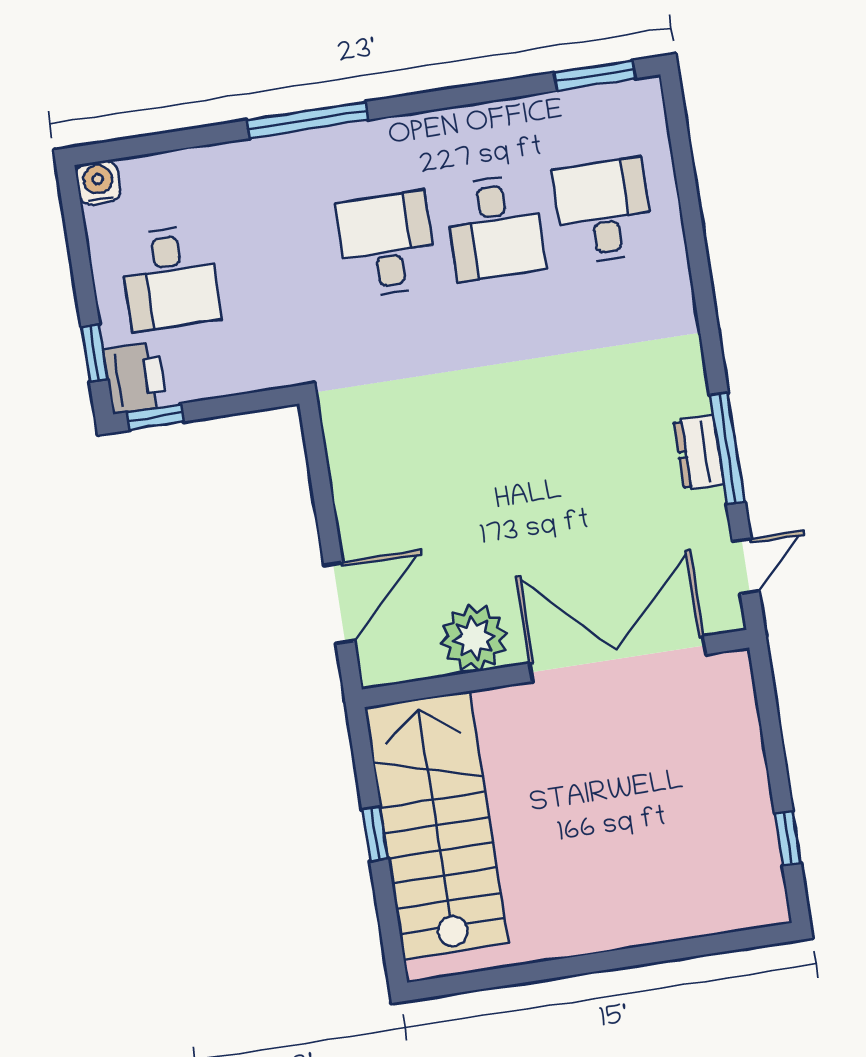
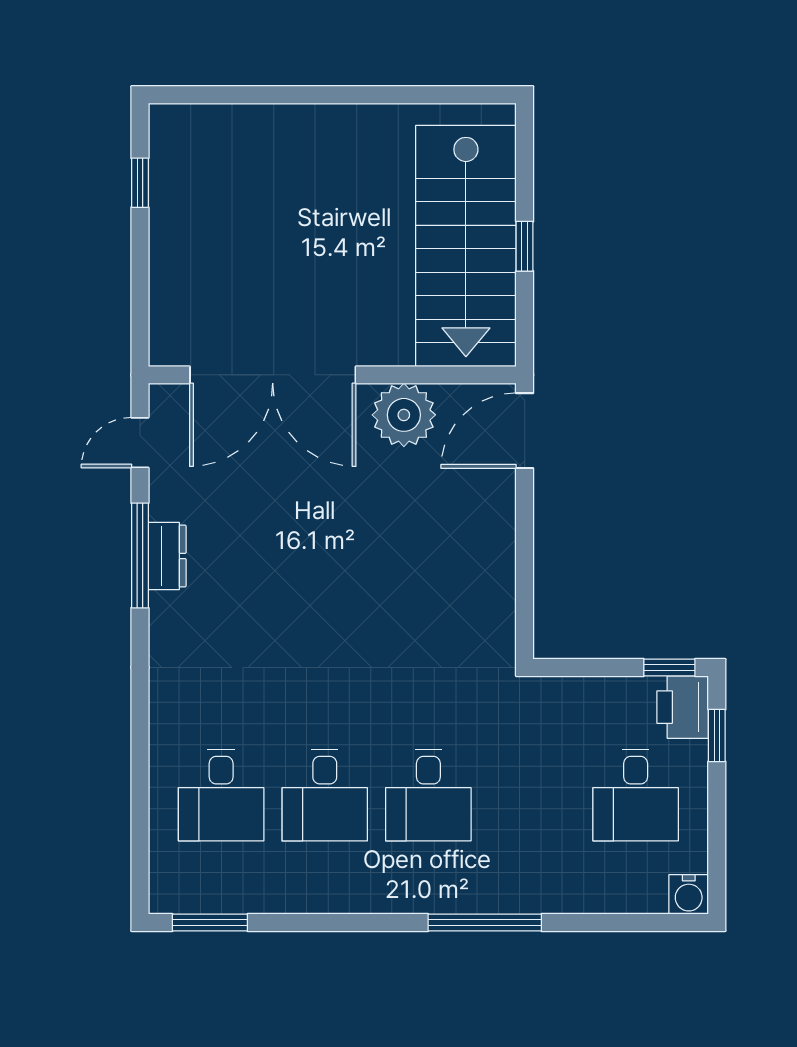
desk: (495, 228) -> (325, 795), turned 180
desk: (170, 278) -> (636, 795), turned 180
door: (339, 603) -> (525, 431), moved

